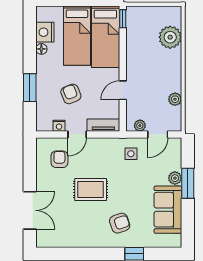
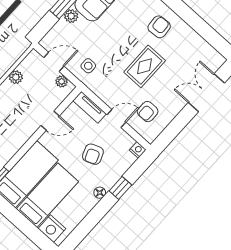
nightstand: (45, 32) -> (52, 229), moved, turned 90
floor lamp: (41, 49) -> (100, 193), moved
window: (30, 88) -> (120, 188), width x0.67
nightstand: (59, 126) -> (138, 150), moved
rug: (91, 190) -> (145, 66), turned 90
armchair: (120, 223) -> (159, 27), moved, turned 105

